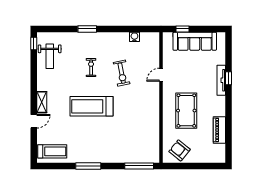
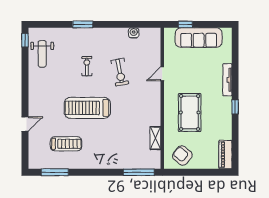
window: (228, 78) -> (235, 107), moved
shelving: (42, 102) -> (155, 138), moved
piano: (219, 130) -> (225, 155), moved
treadmill: (52, 151) -> (66, 144), moved
window: (88, 166) -> (55, 172), moved

